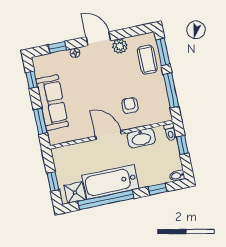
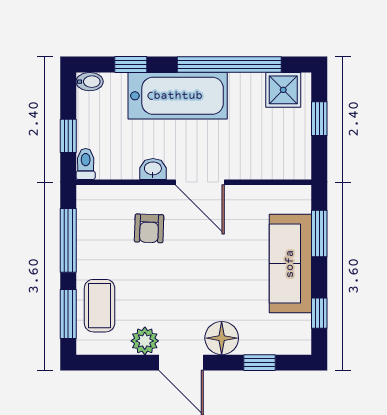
floor lamp: (75, 53) -> (222, 338), width x1.89, depth x1.89
washbasin: (141, 138) -> (153, 169), width x0.52, depth x0.69
bathtub: (110, 182) -> (178, 96), moved

